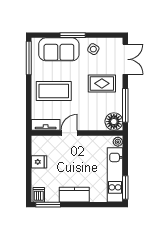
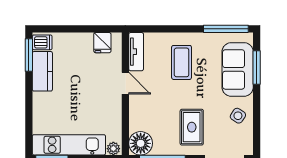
window: (73, 35) -> (257, 68), moved
coffee table: (54, 91) -> (182, 62), width x0.73, depth x0.76
fridge: (39, 162) -> (102, 43), moved
kitchen counter: (74, 195) -> (42, 71), moved

